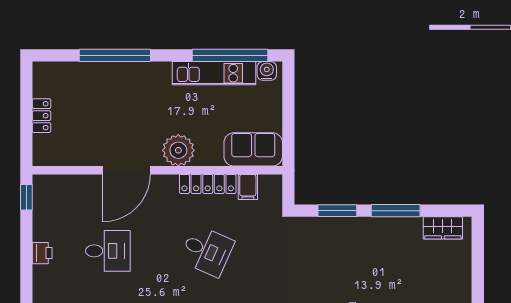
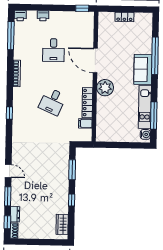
window: (230, 55) -> (154, 116), width x0.68
sofa: (253, 149) -> (143, 69), moved, turned 180
window: (396, 211) -> (72, 200), width x0.46
printer: (42, 253) -> (43, 16), moved

